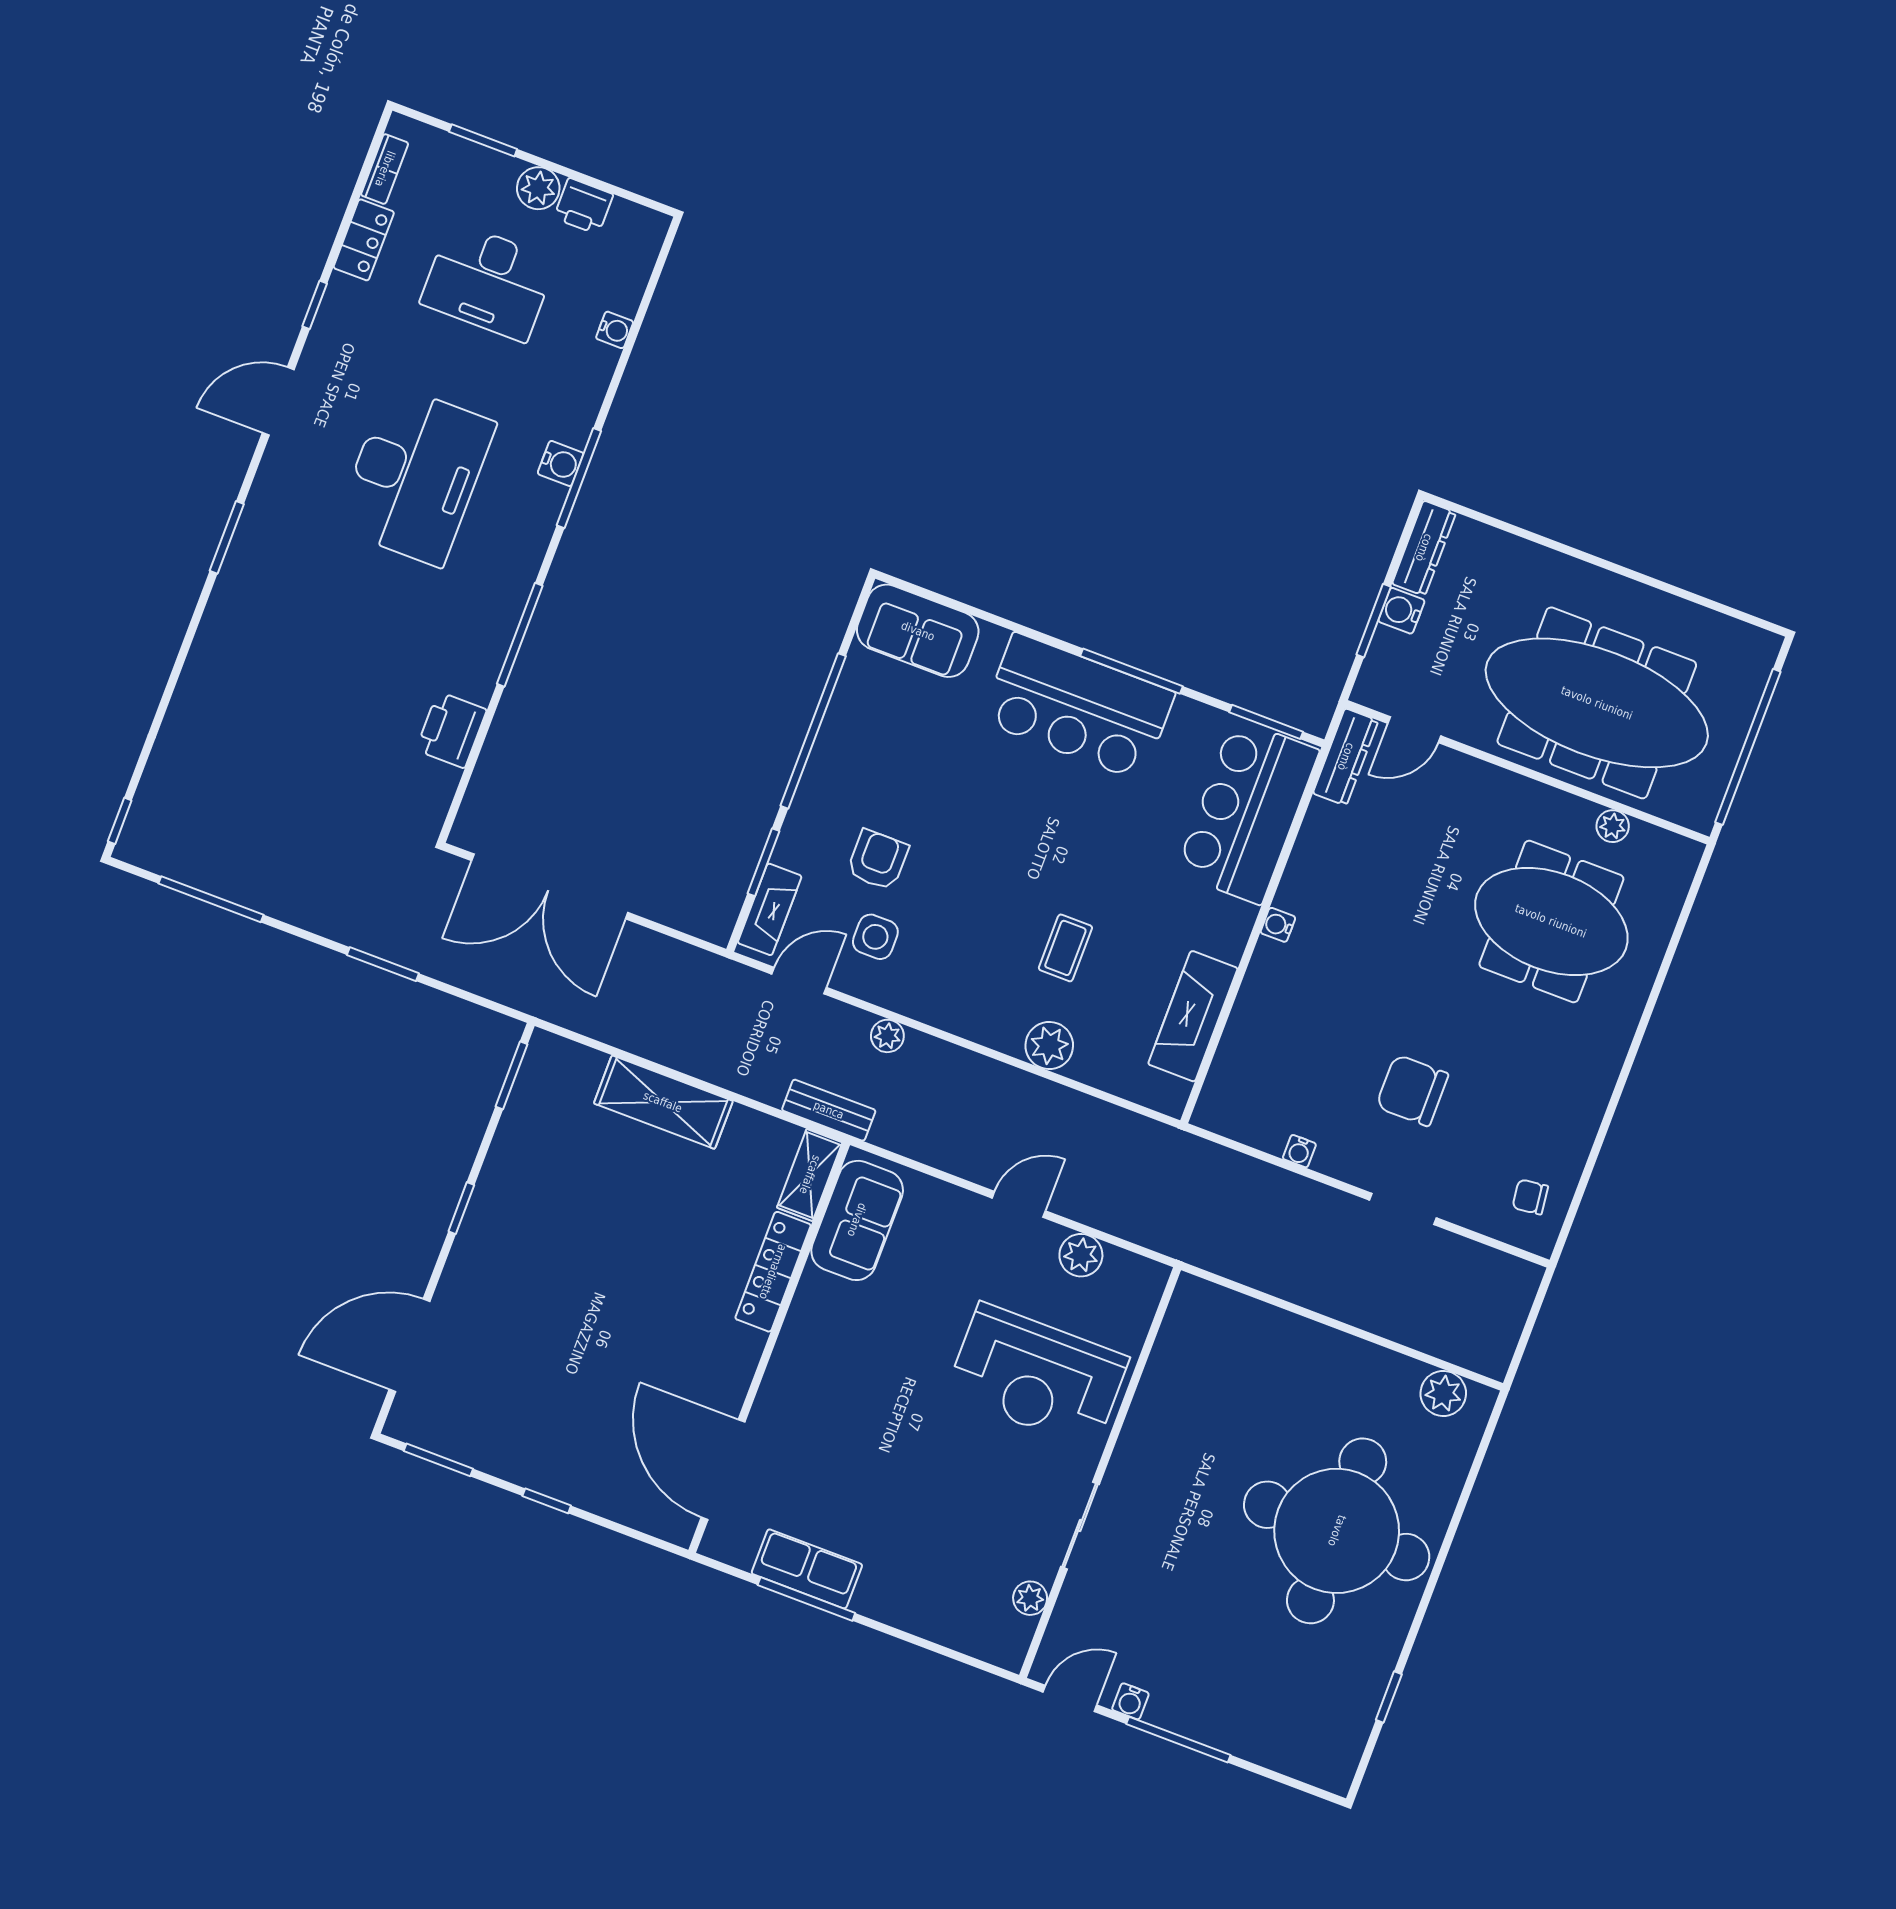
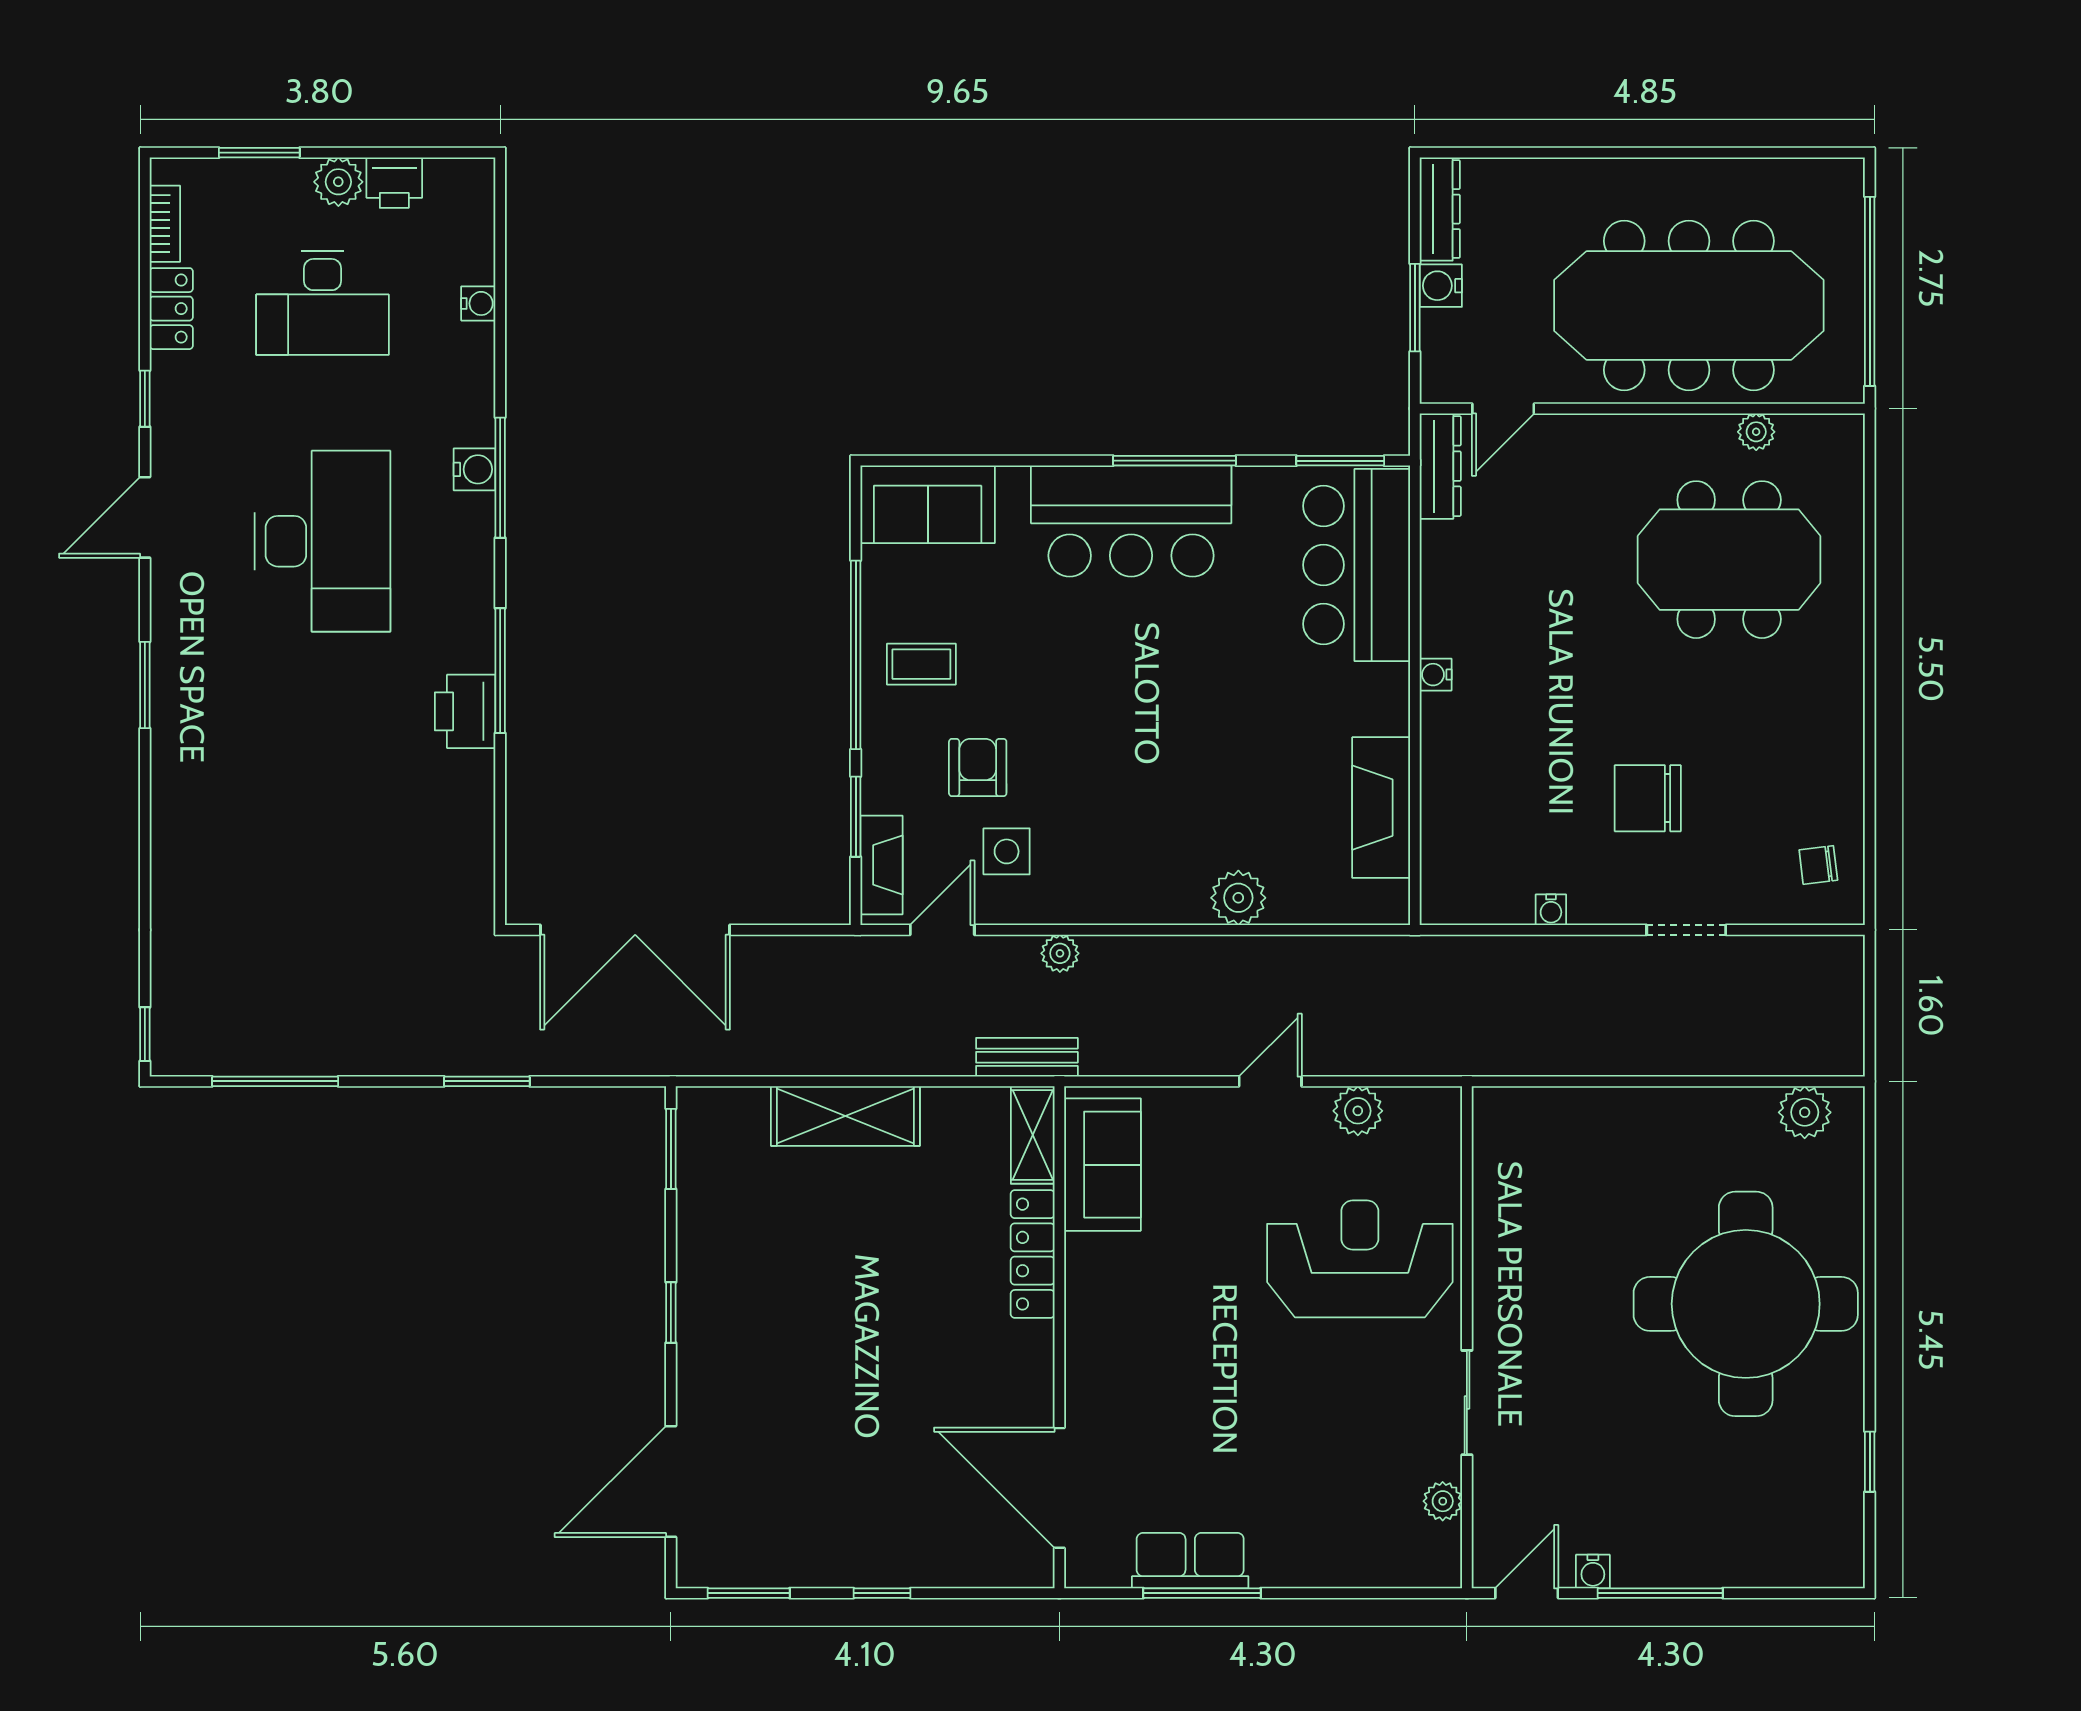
printer: (451, 730) -> (465, 711), moved
coffee table: (1065, 948) -> (921, 664), moved, turned 90
reception desk: (1037, 1376) -> (1360, 1259), turned 180

